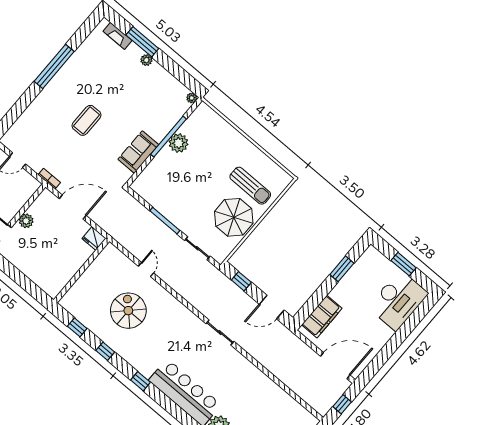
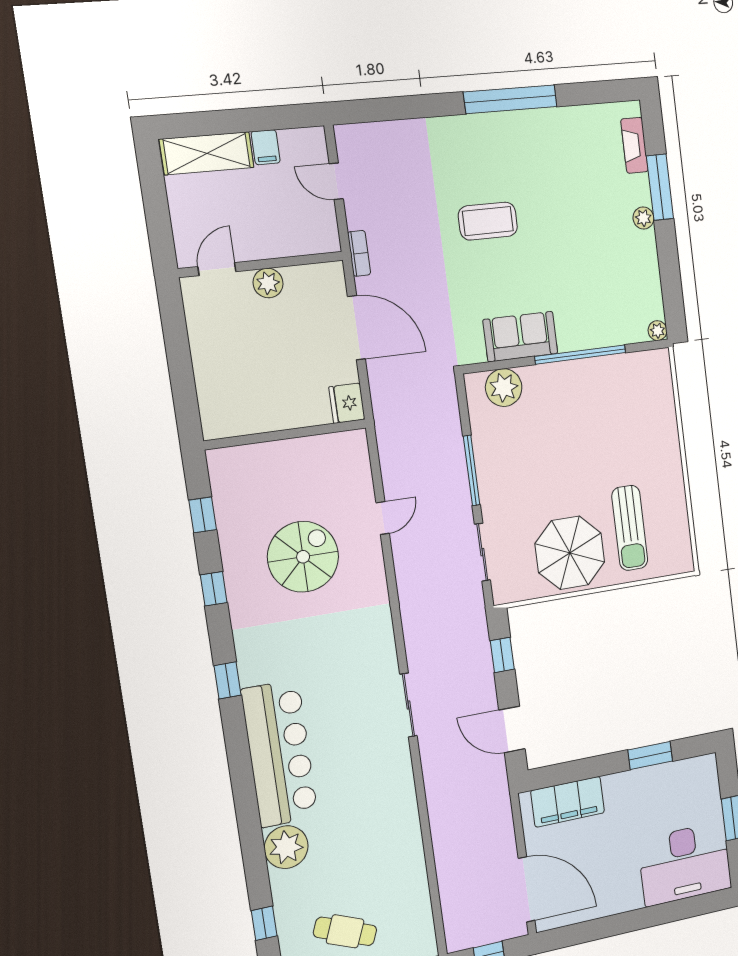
plant: (179, 143) -> (504, 388), moved

